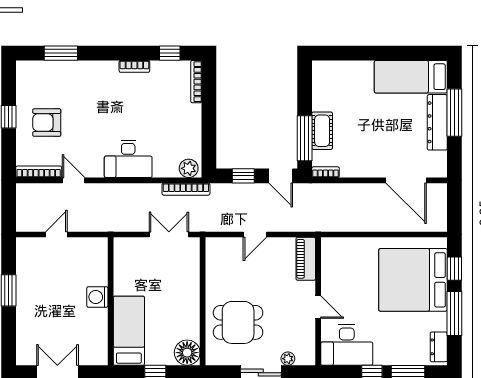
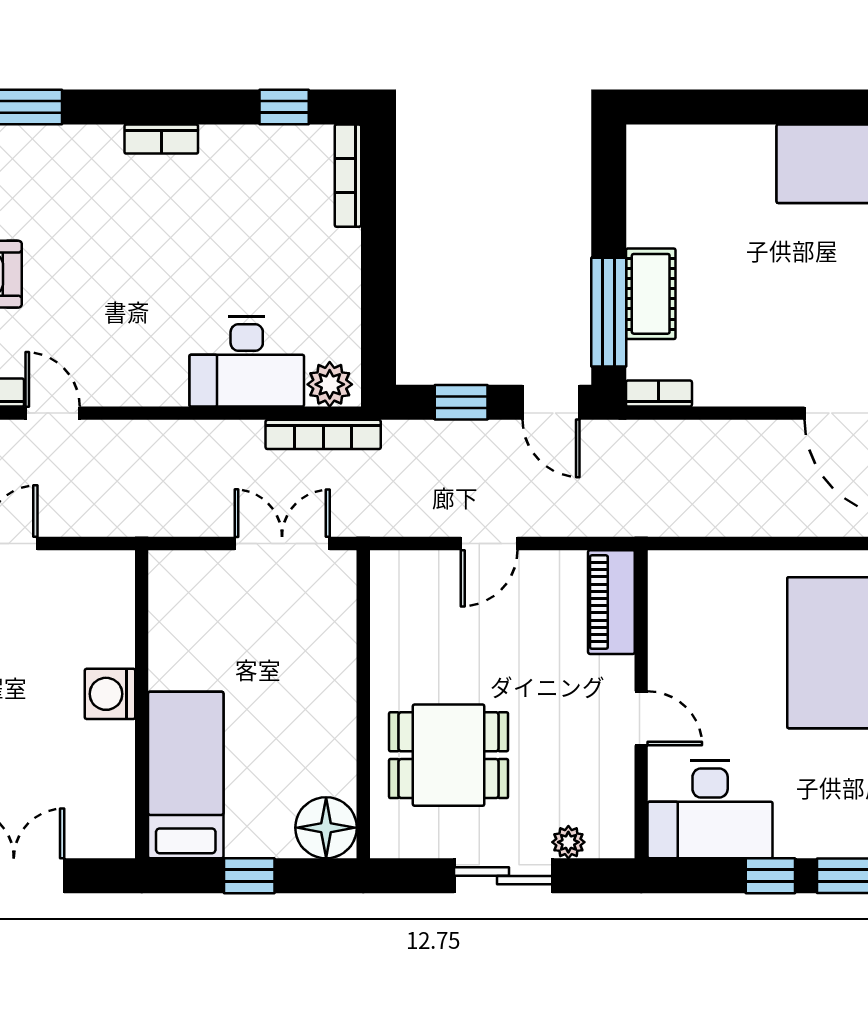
bookcase: (134, 66) -> (161, 139), moved
desk: (128, 159) -> (247, 362), moved

